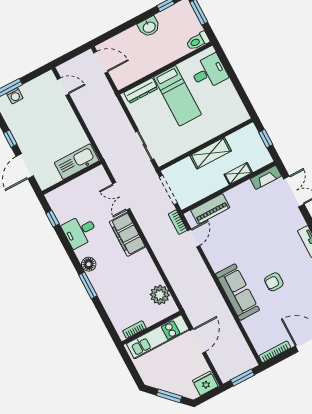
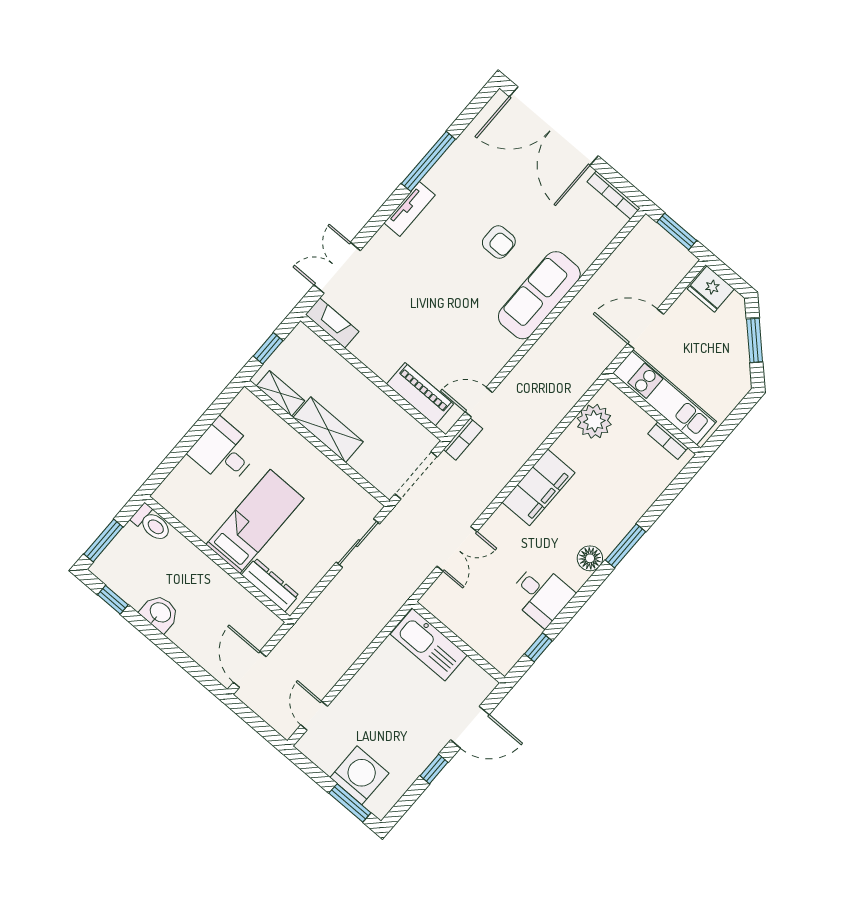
desk: (209, 72) -> (224, 452), moved
washing machine: (15, 96) -> (359, 775), width x1.89, depth x1.89
shelving: (238, 174) -> (281, 393), moved
filing cabinet: (127, 234) -> (538, 487), moved

